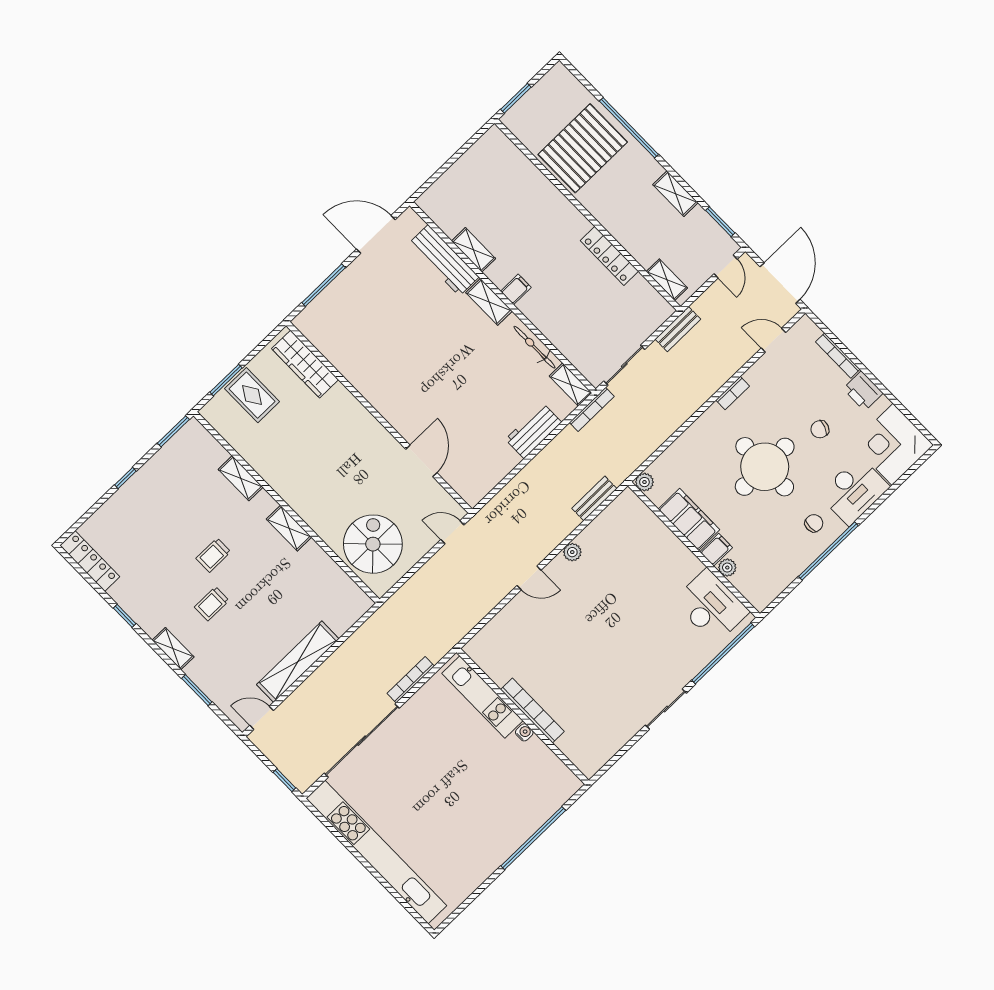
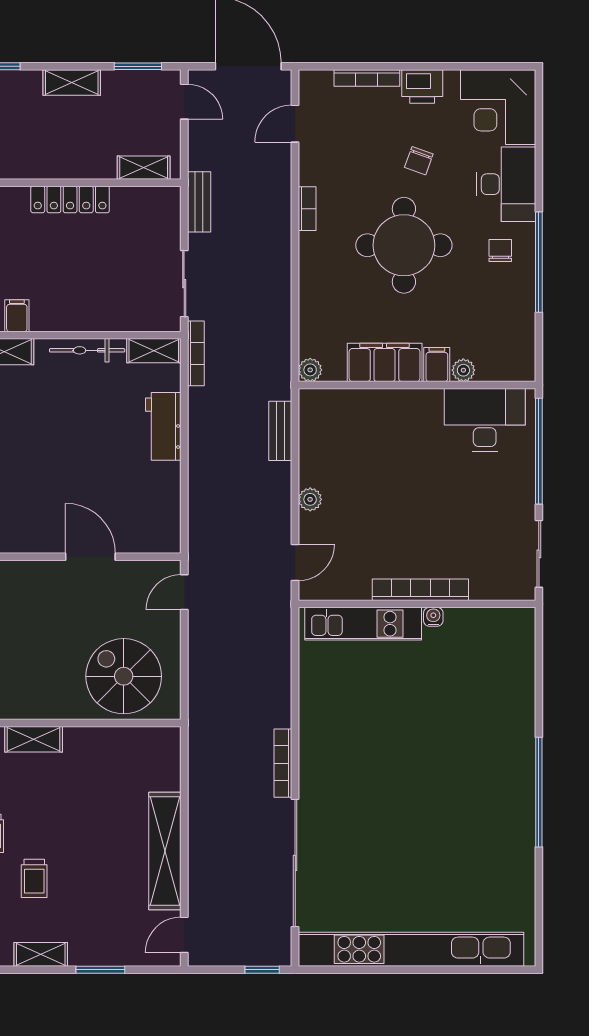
kitchen unit: (482, 697) -> (363, 624), moved
bookcase: (532, 711) -> (420, 590), moved
wall: (523, 716) -> (417, 604), moved
water cooler: (524, 732) -> (433, 617), moved

